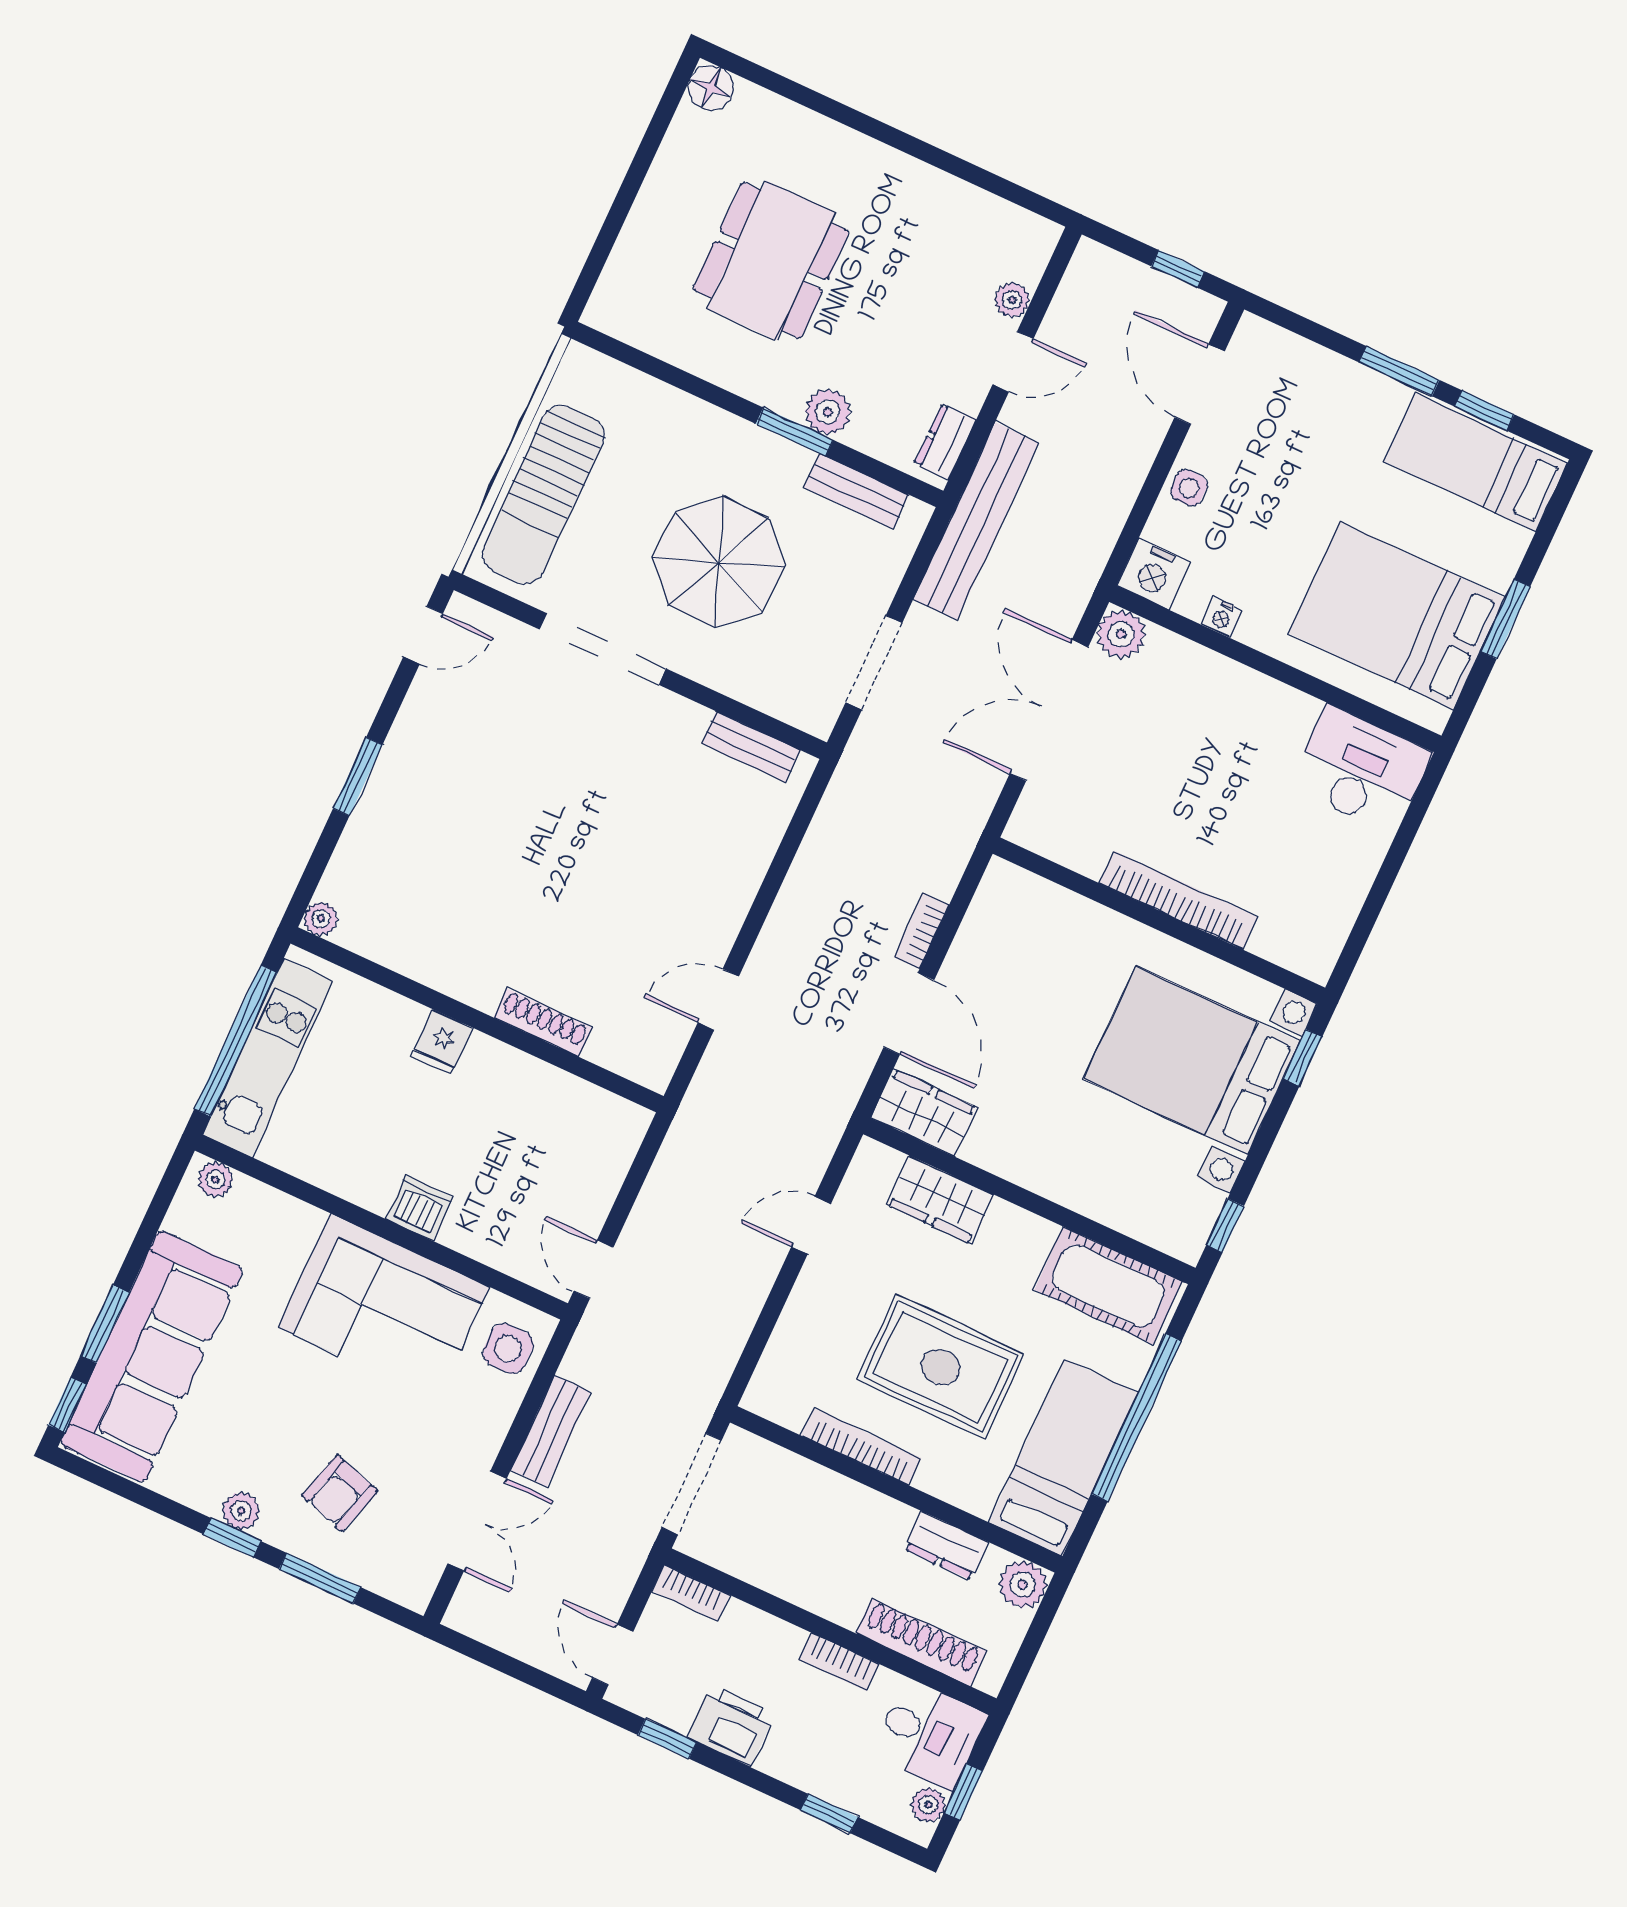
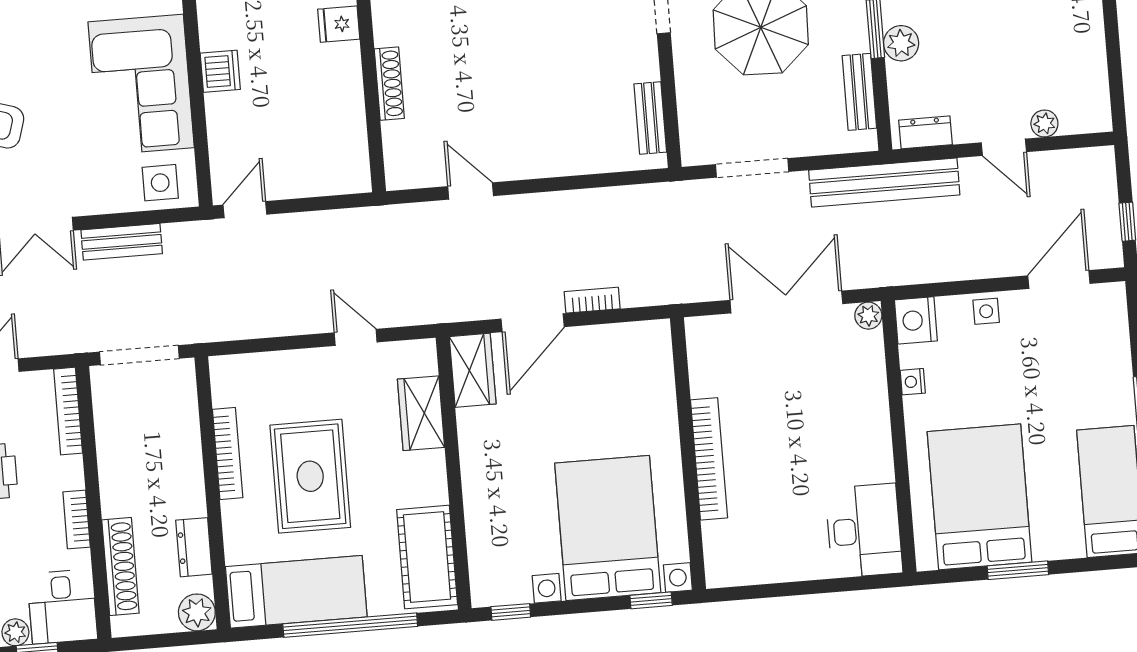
plant: (1121, 634) -> (868, 316), width x0.73, depth x0.73
bookcase: (691, 1593) -> (68, 411), width x1.56

